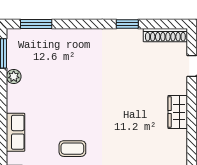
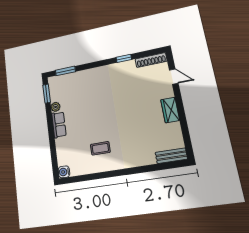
row of seats: (16, 132) -> (59, 125), moved

